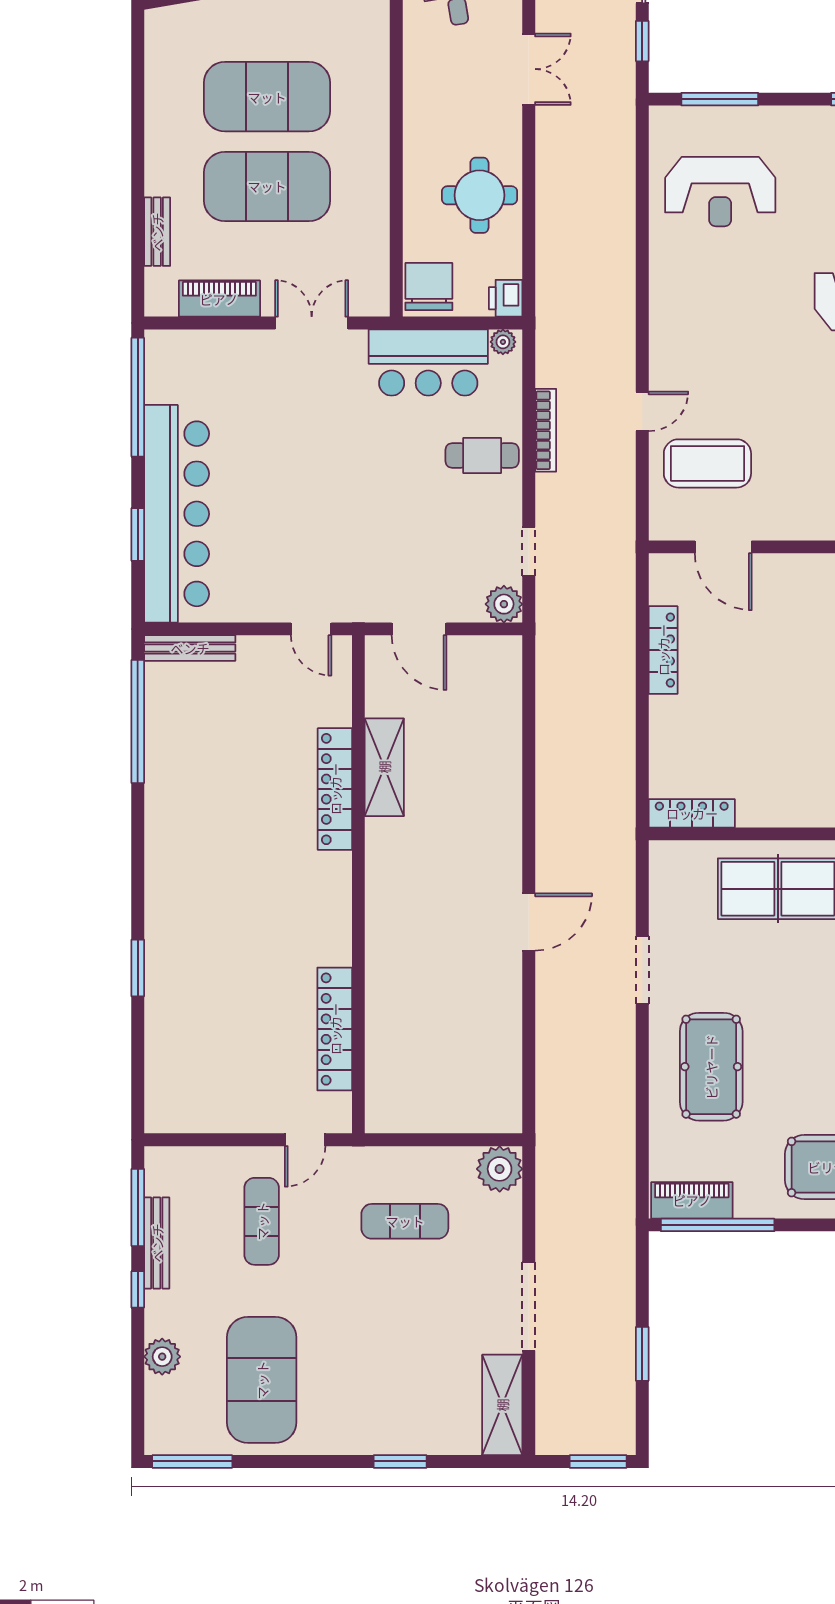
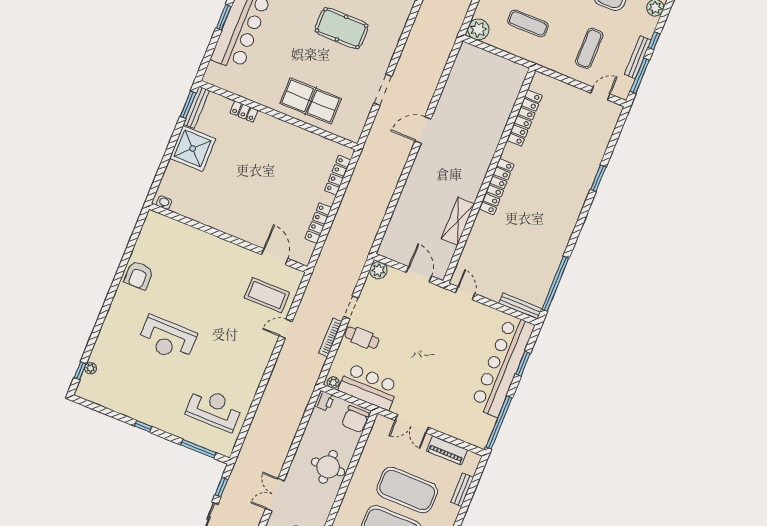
round table: (479, 195) -> (328, 467), moved
doorway: (529, 552) -> (351, 307), moved
locker: (335, 789) -> (496, 187), moved
locker: (692, 813) -> (338, 175), moved, turned 90
pool table: (711, 1067) -> (342, 28), moved, turned 90
door: (305, 1140) -> (600, 94), moved

